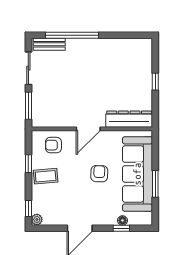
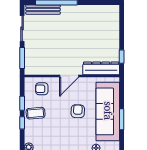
bench: (49, 44) -> (43, 10), width x1.36
window: (155, 82) -> (122, 57), moved
window: (28, 209) -> (22, 123), moved

